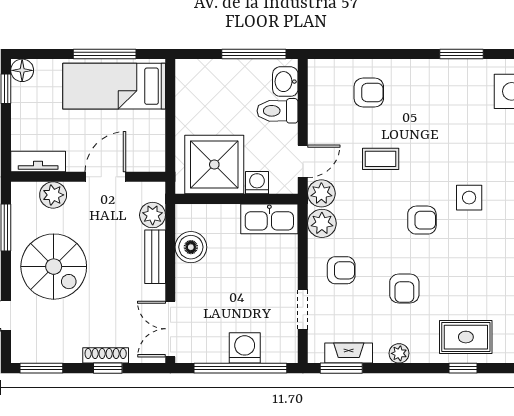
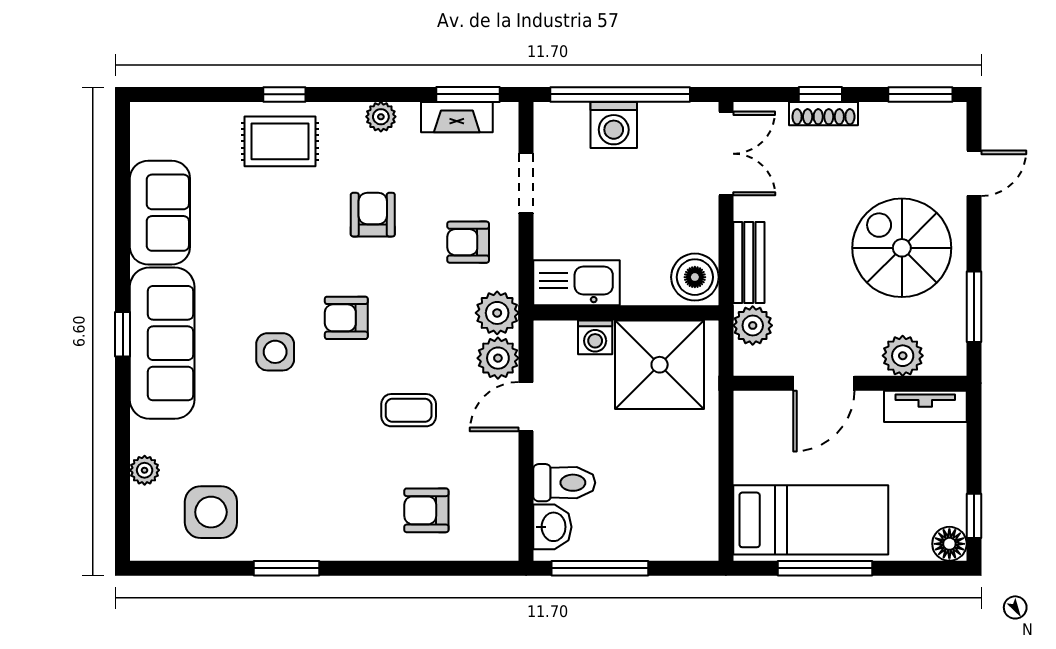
shower: (214, 164) -> (660, 365), moved
washing machine: (257, 183) -> (595, 337), moved
wall: (237, 199) -> (626, 313), moved
kitchen sink: (269, 219) -> (576, 283), moved

